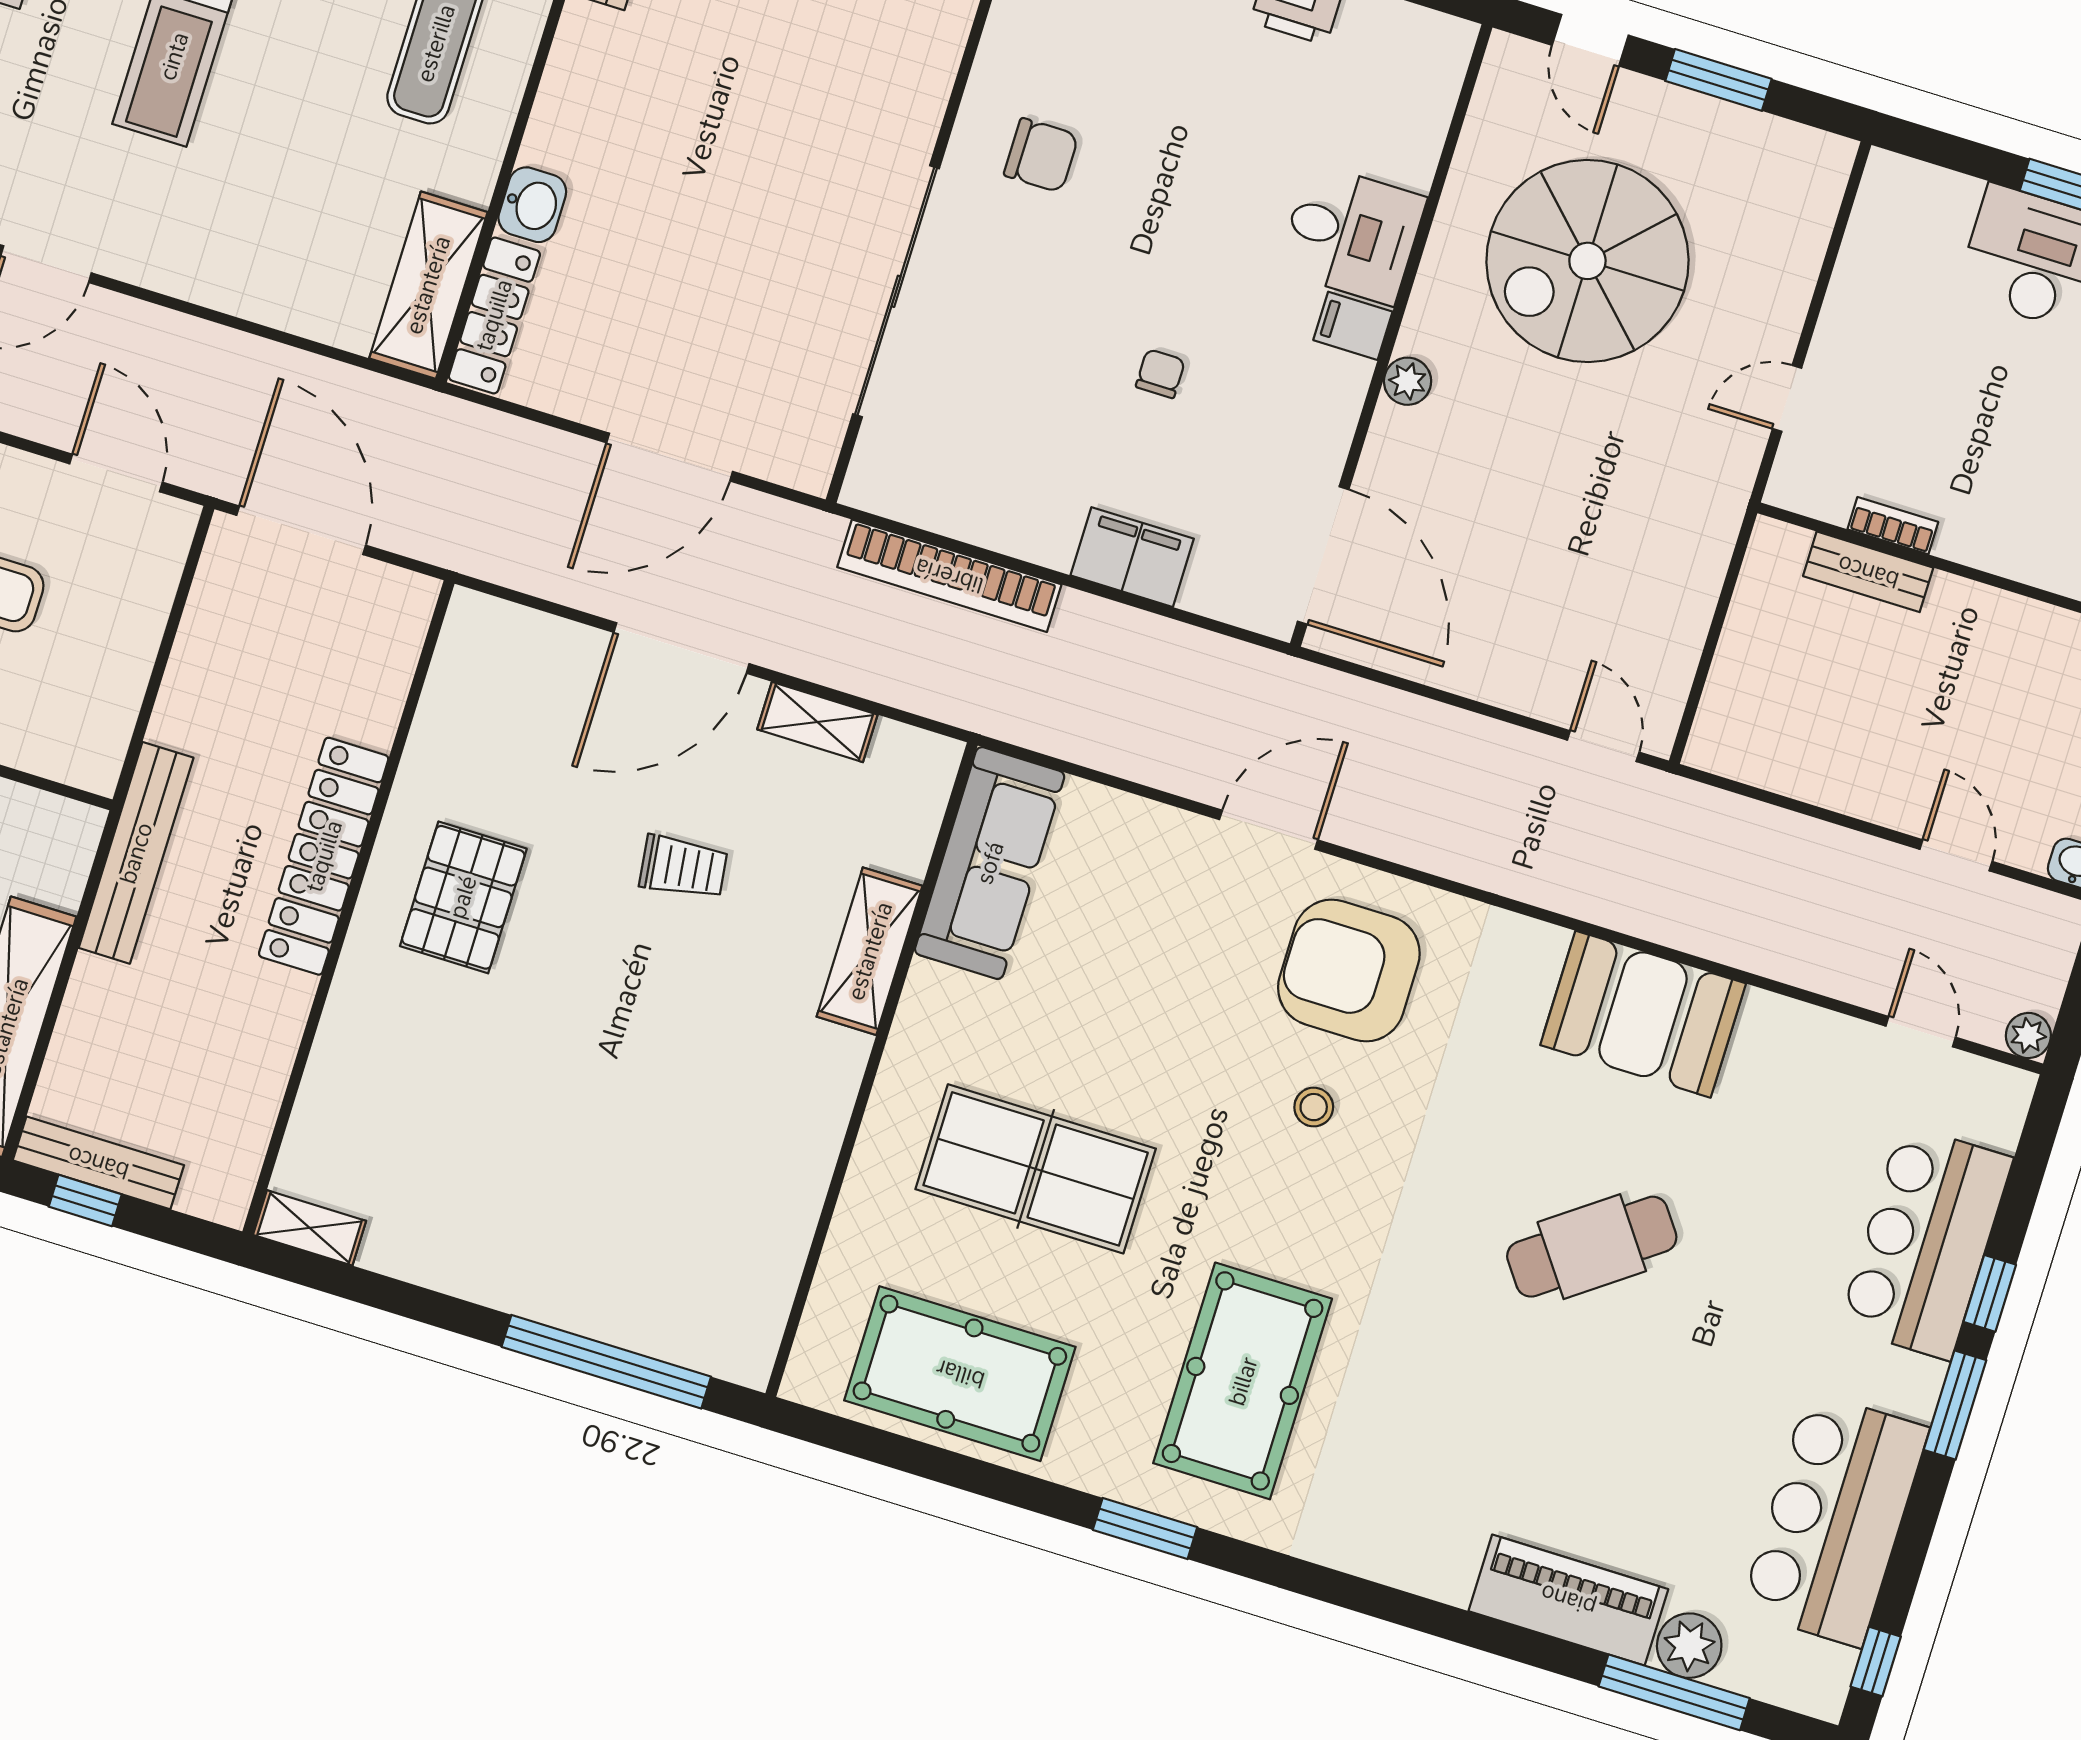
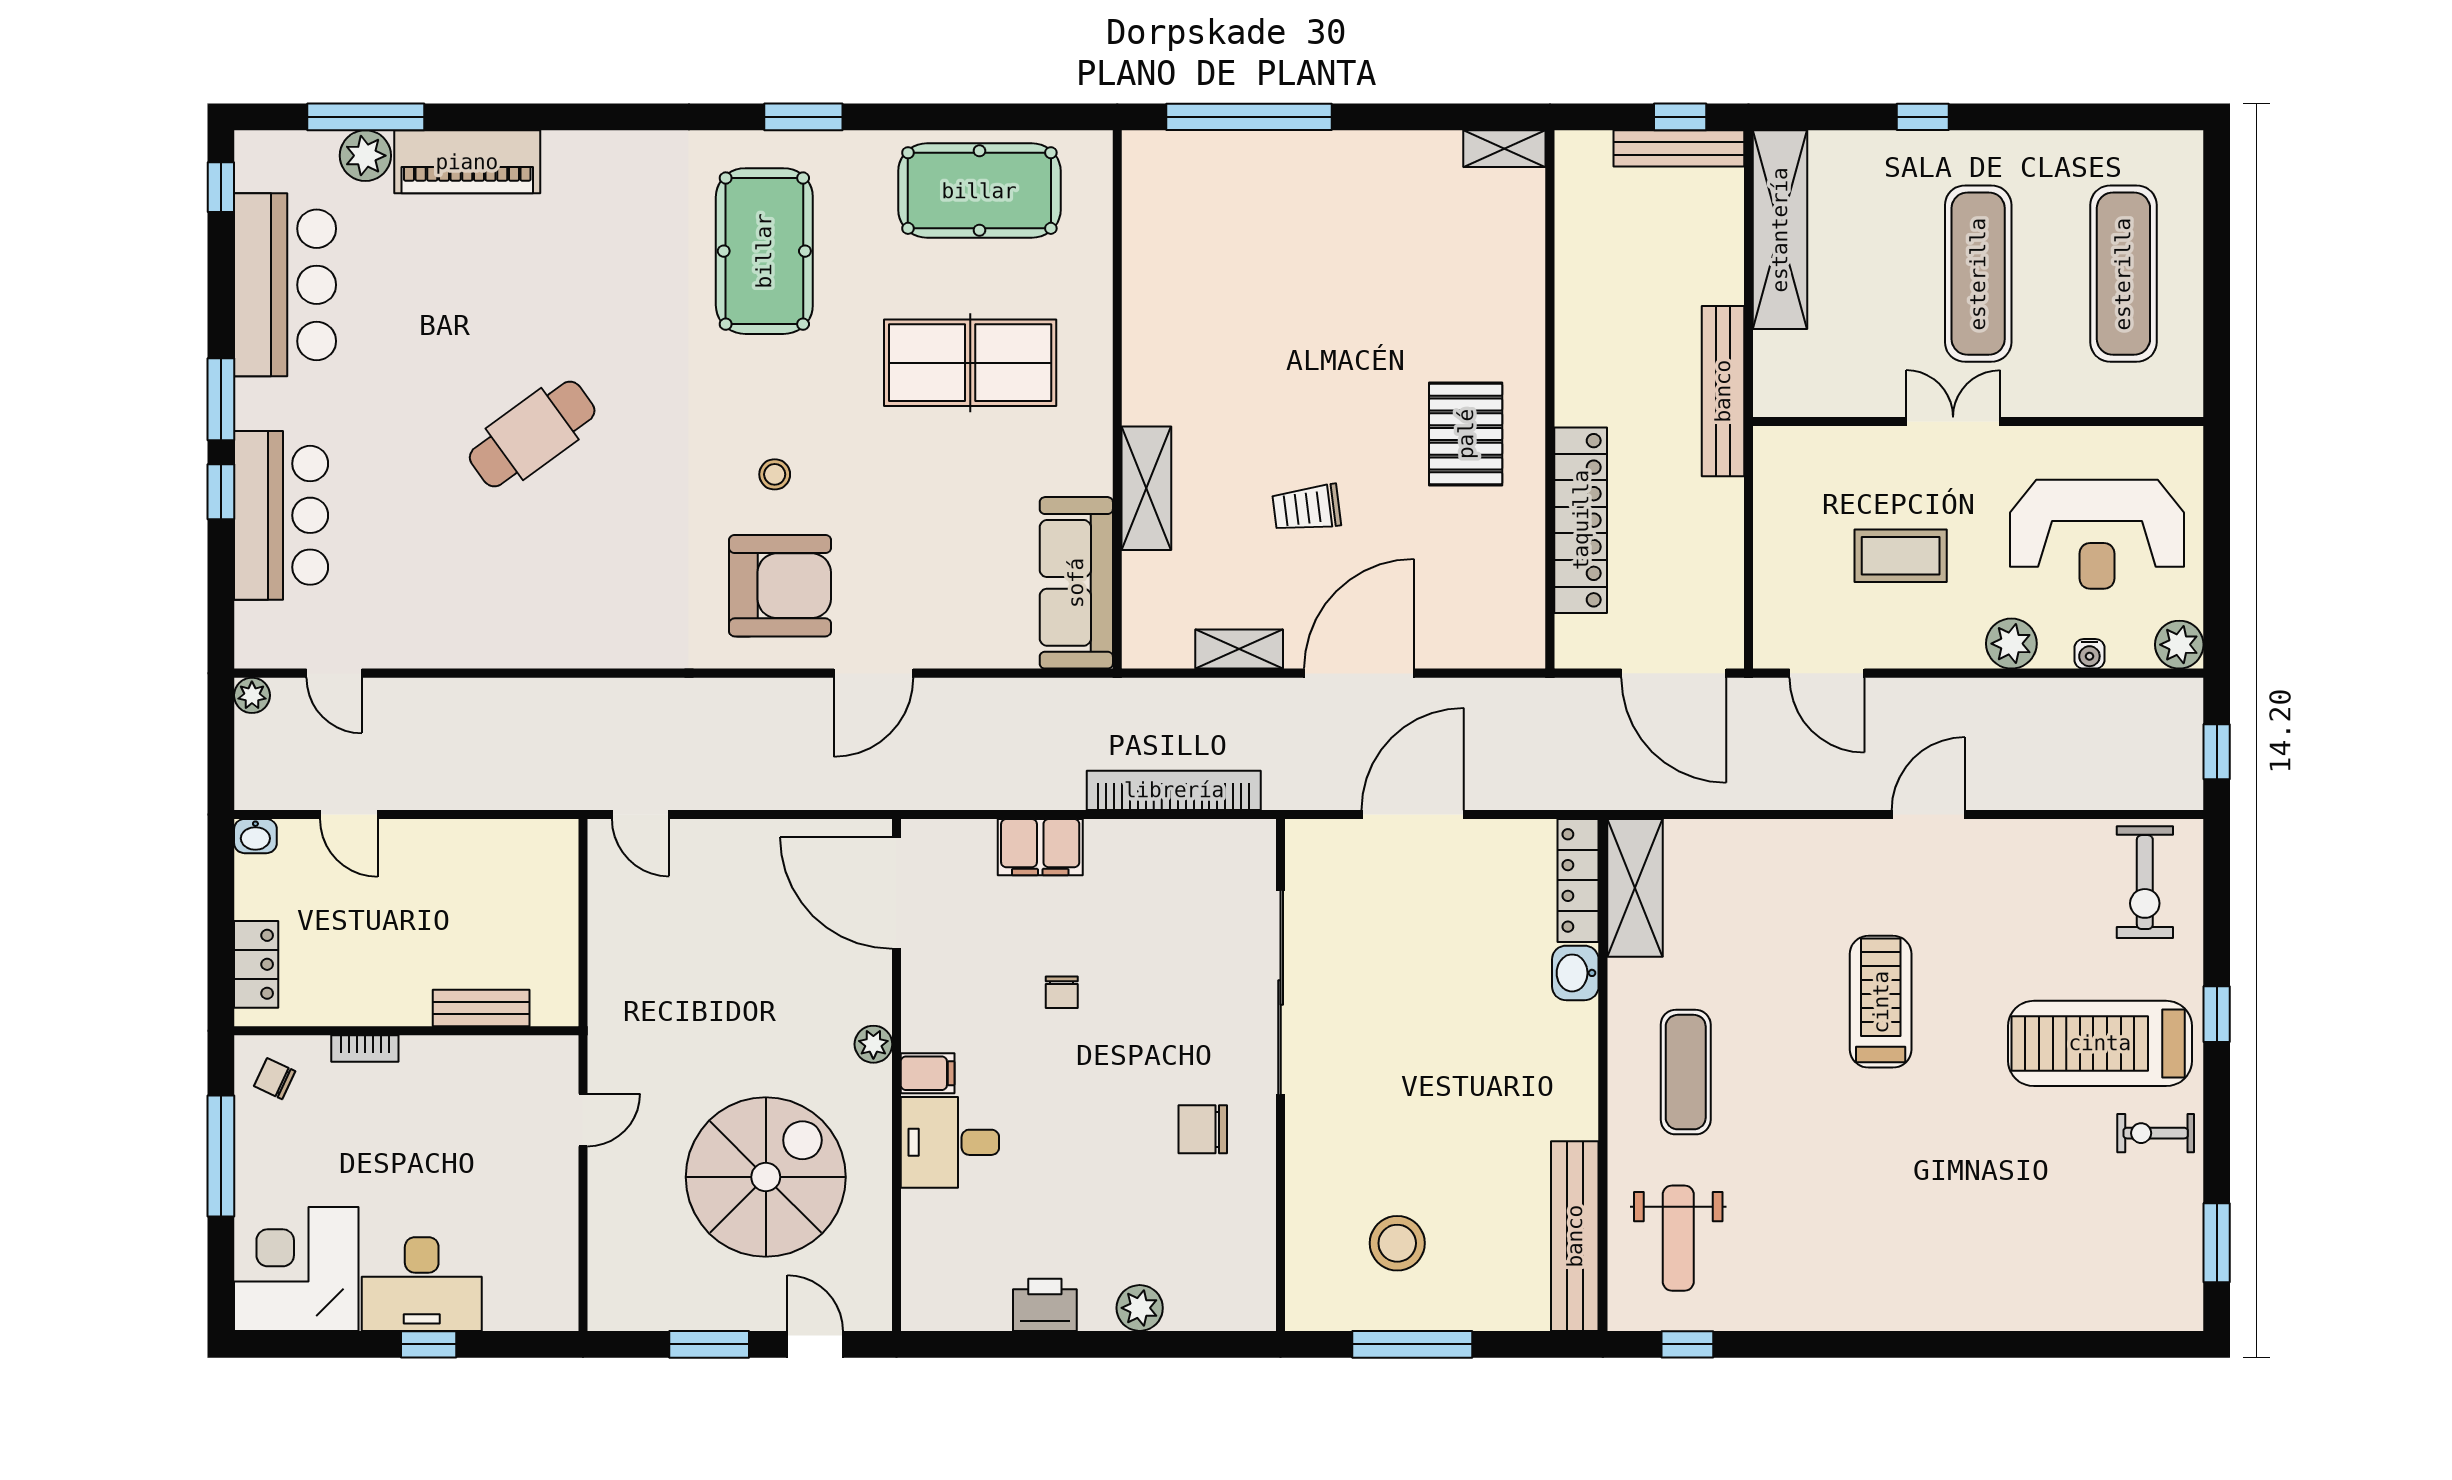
bookcase: (1893, 526) -> (365, 1049), moved
locker: (324, 856) -> (1581, 520), moved
booth: (1643, 1014) -> (548, 621), removed

